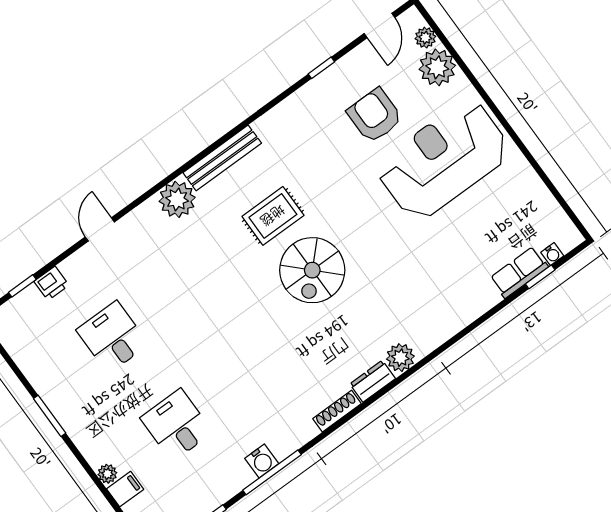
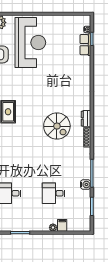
reception desk: (443, 160) -> (30, 43), turned 180
spiral stairs: (312, 270) -> (57, 126), moved
plant: (400, 358) -> (85, 104), removed
water cooler: (262, 461) -> (86, 184), moved

